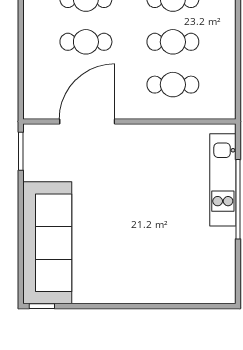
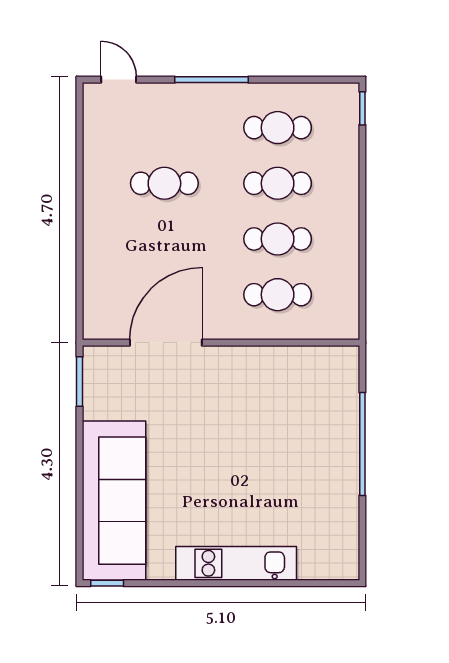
cafe table: (86, 42) -> (164, 239), removed
kitchen unit: (223, 180) -> (236, 563), moved, turned 90

